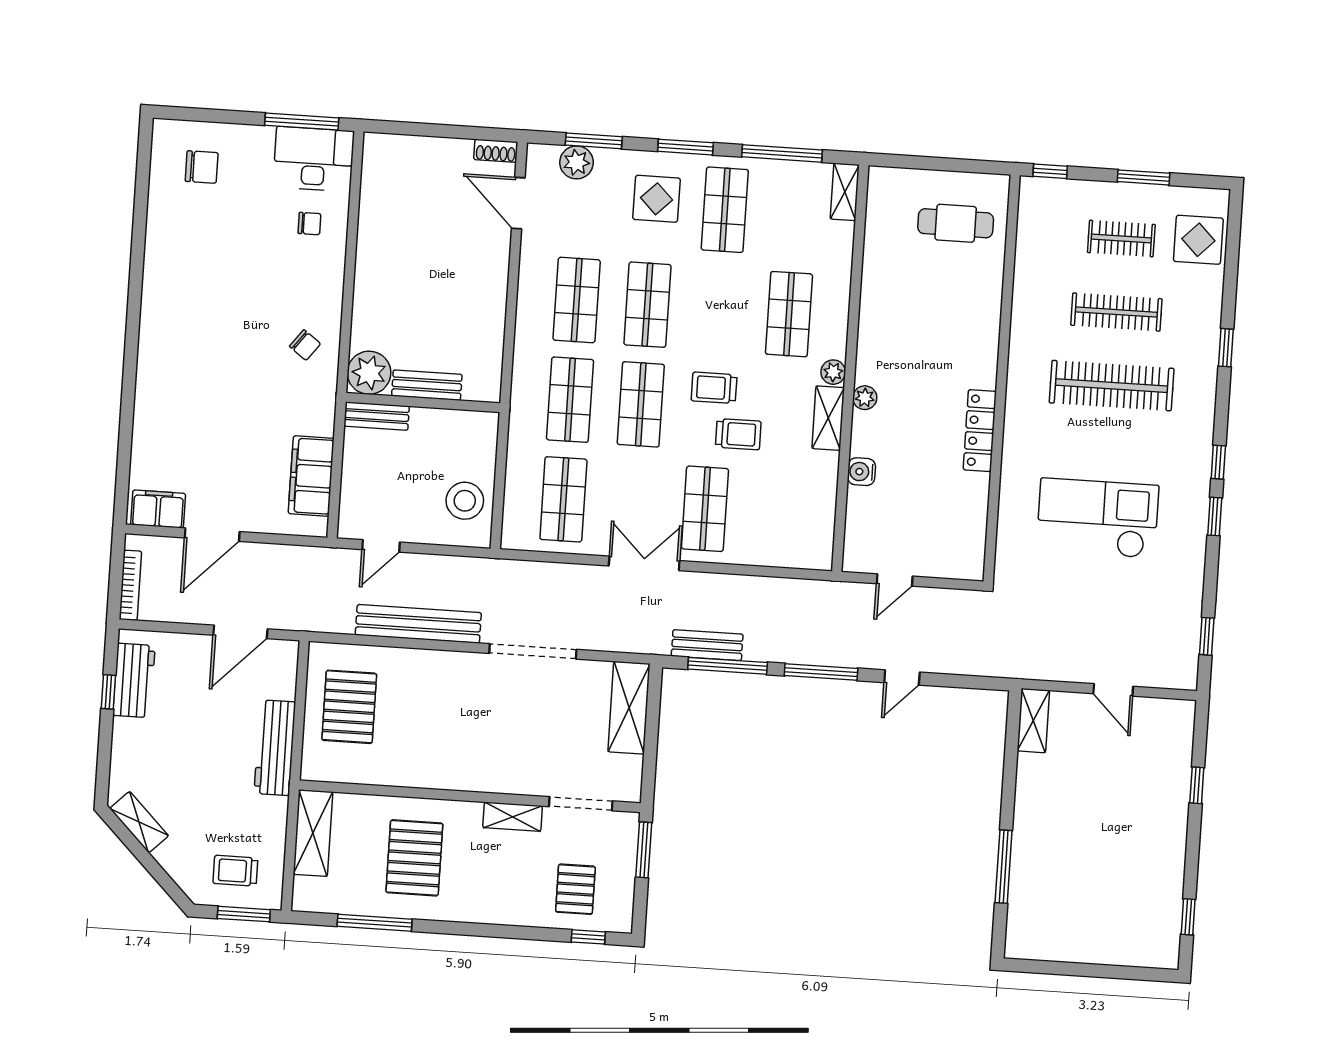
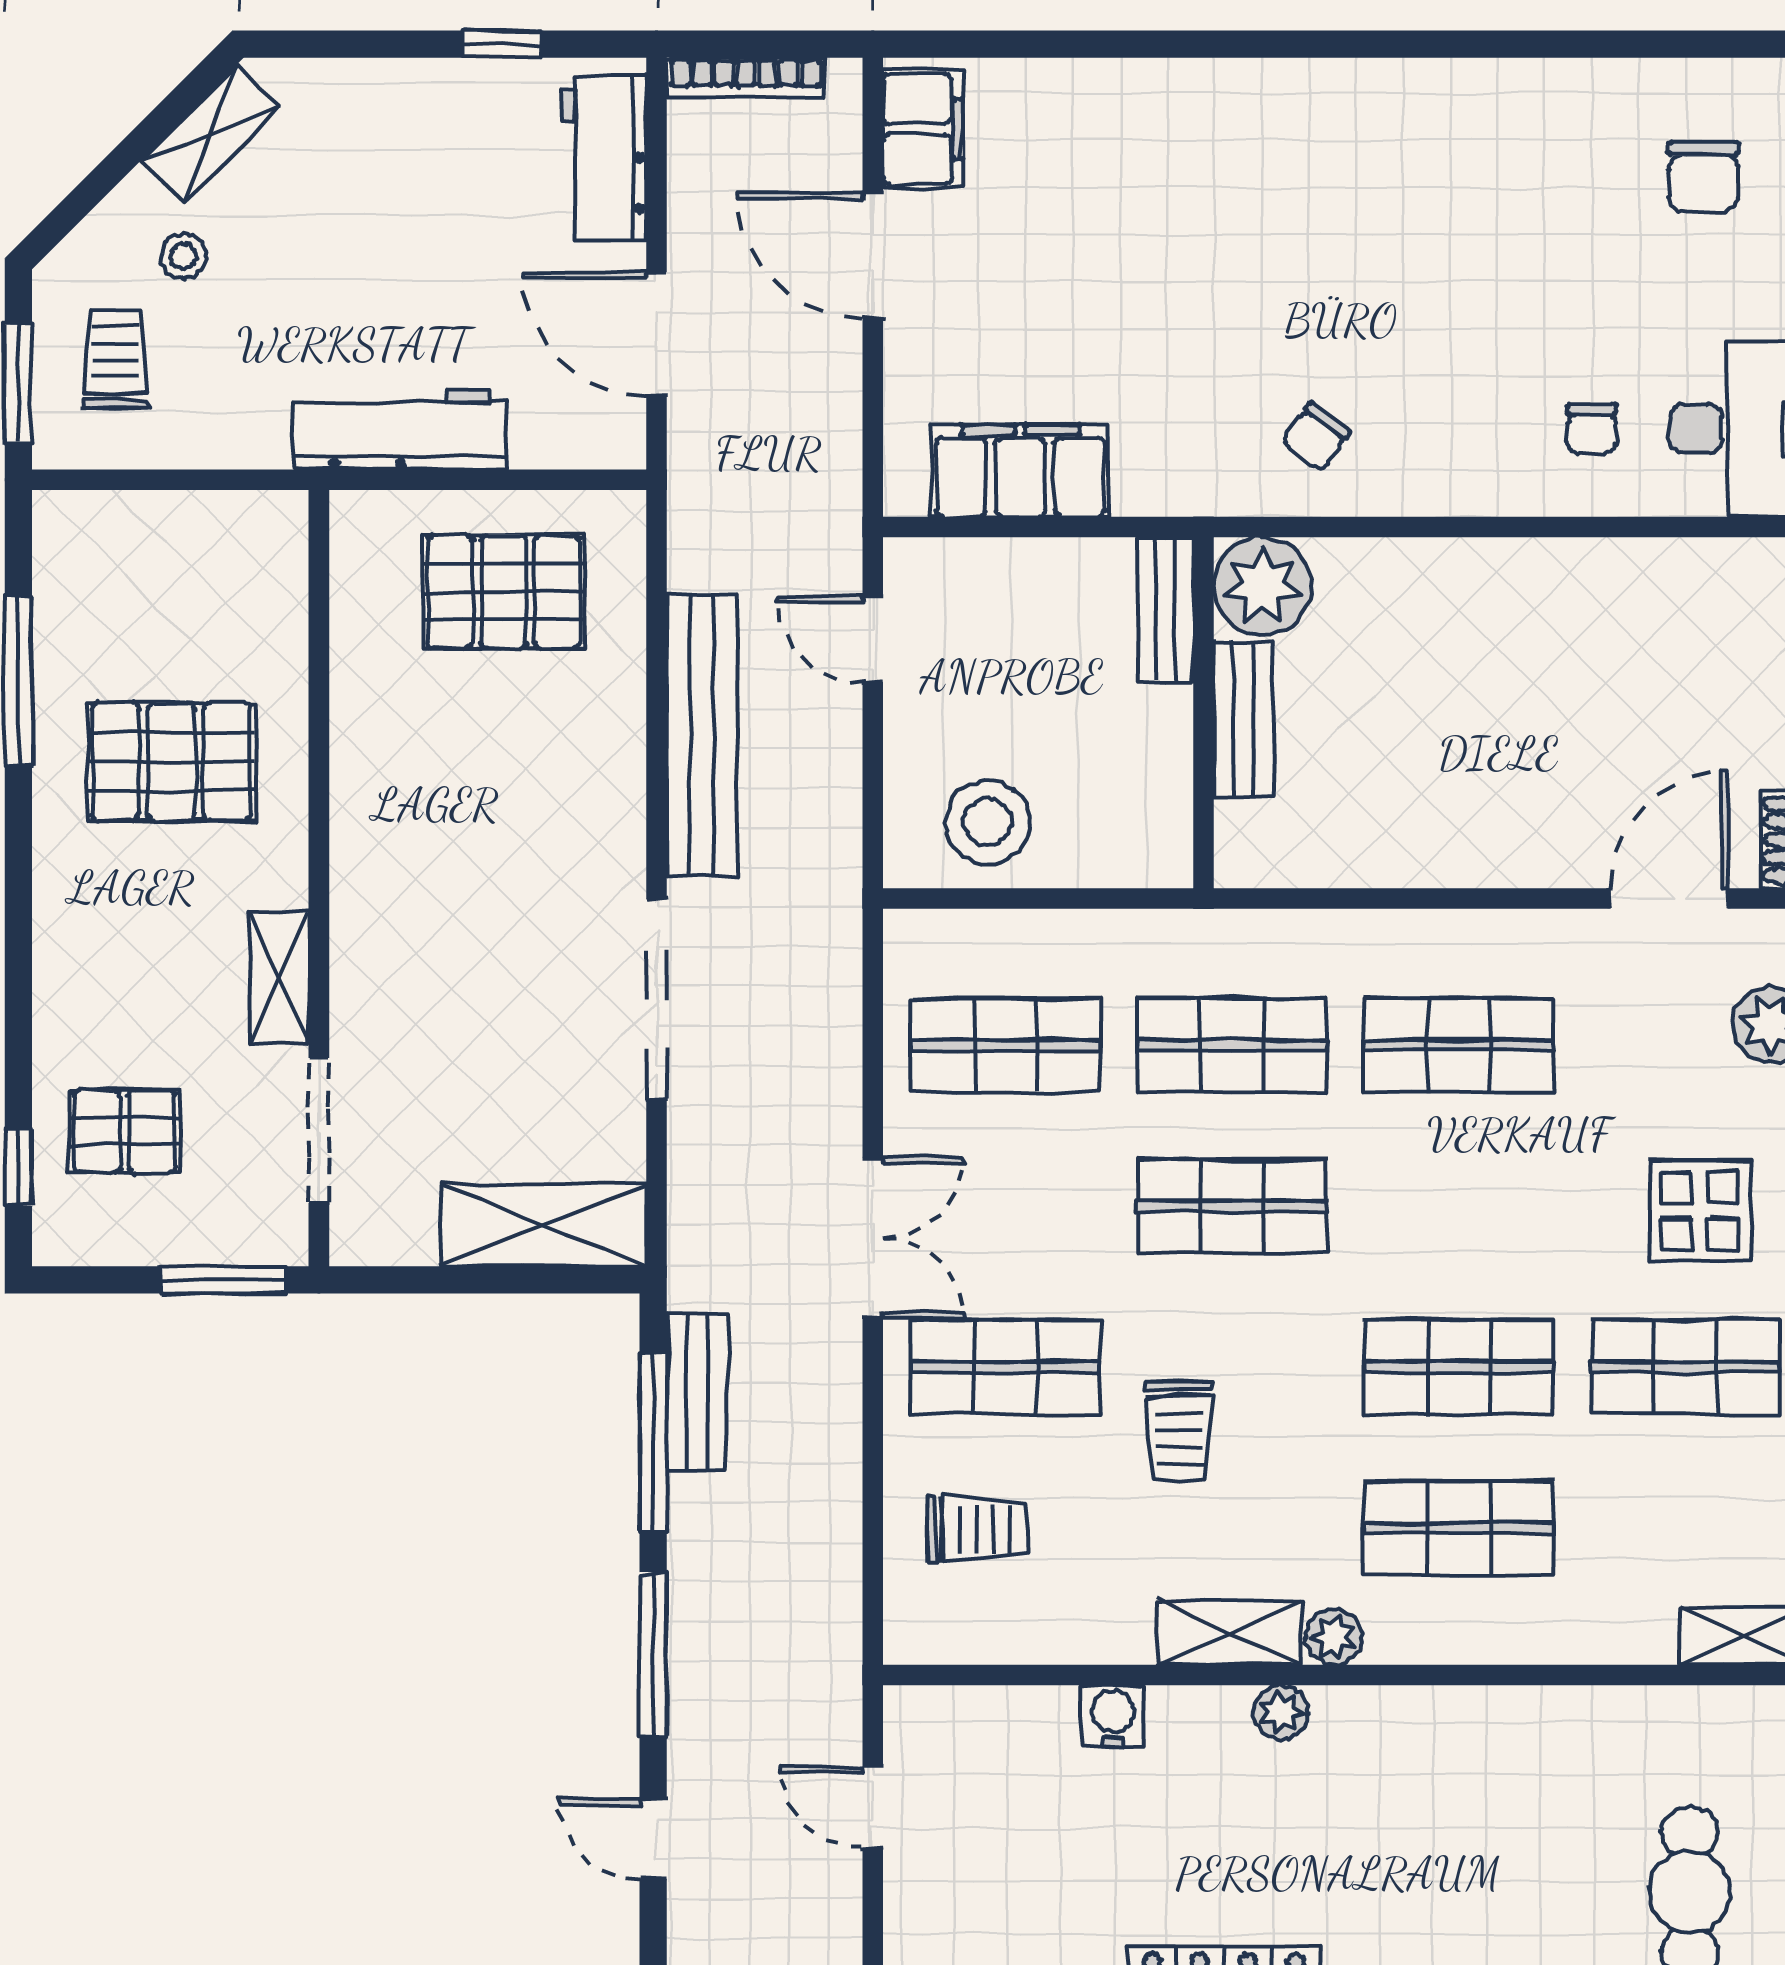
shop shelf: (647, 305) -> (1459, 1367), moved
trolley: (714, 388) -> (978, 1529), moved, turned 90
workbench: (134, 680) -> (604, 158), moved, turned 90
shelving: (313, 833) -> (212, 528), removed
stool: (192, 838) -> (183, 256), added

